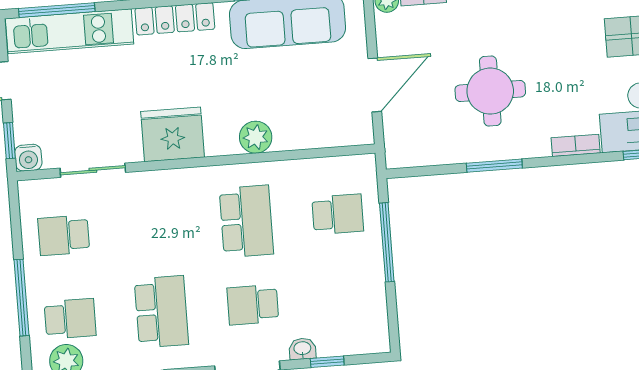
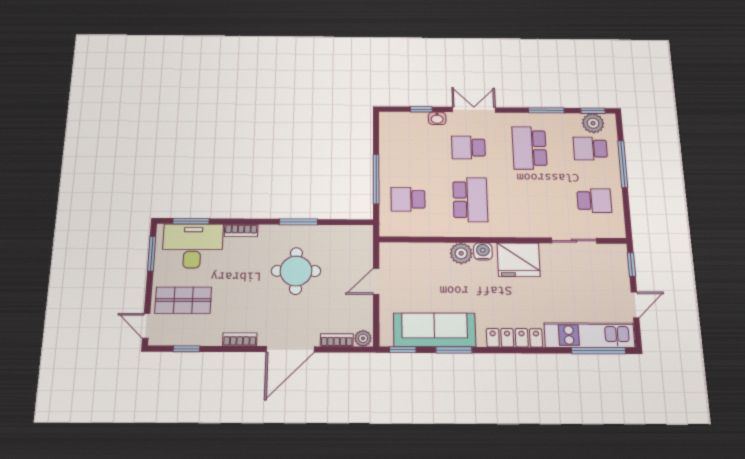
door: (375, 85) -> (376, 281), width x0.73
water cooler: (28, 158) -> (483, 251), moved
school desk: (246, 221) -> (470, 200), turned 180
school desk: (253, 305) -> (468, 147), turned 180

